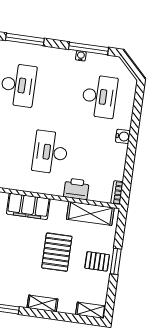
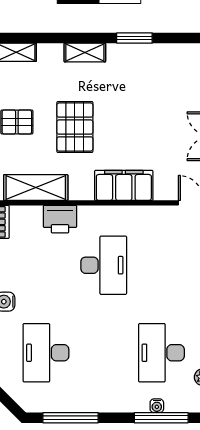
water cooler: (81, 56) -> (157, 406), moved

